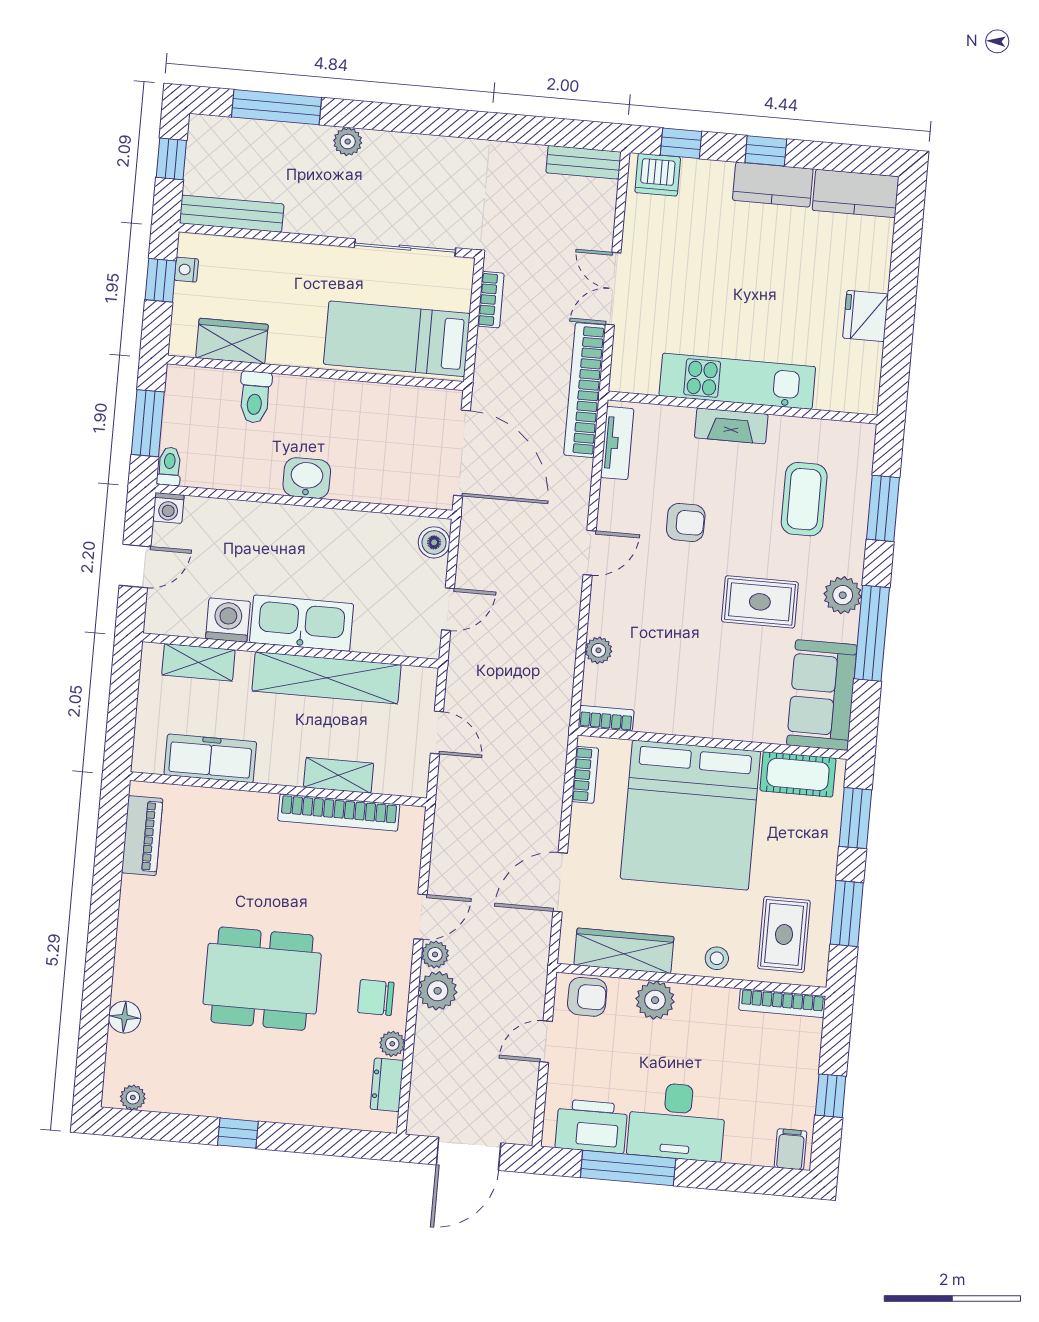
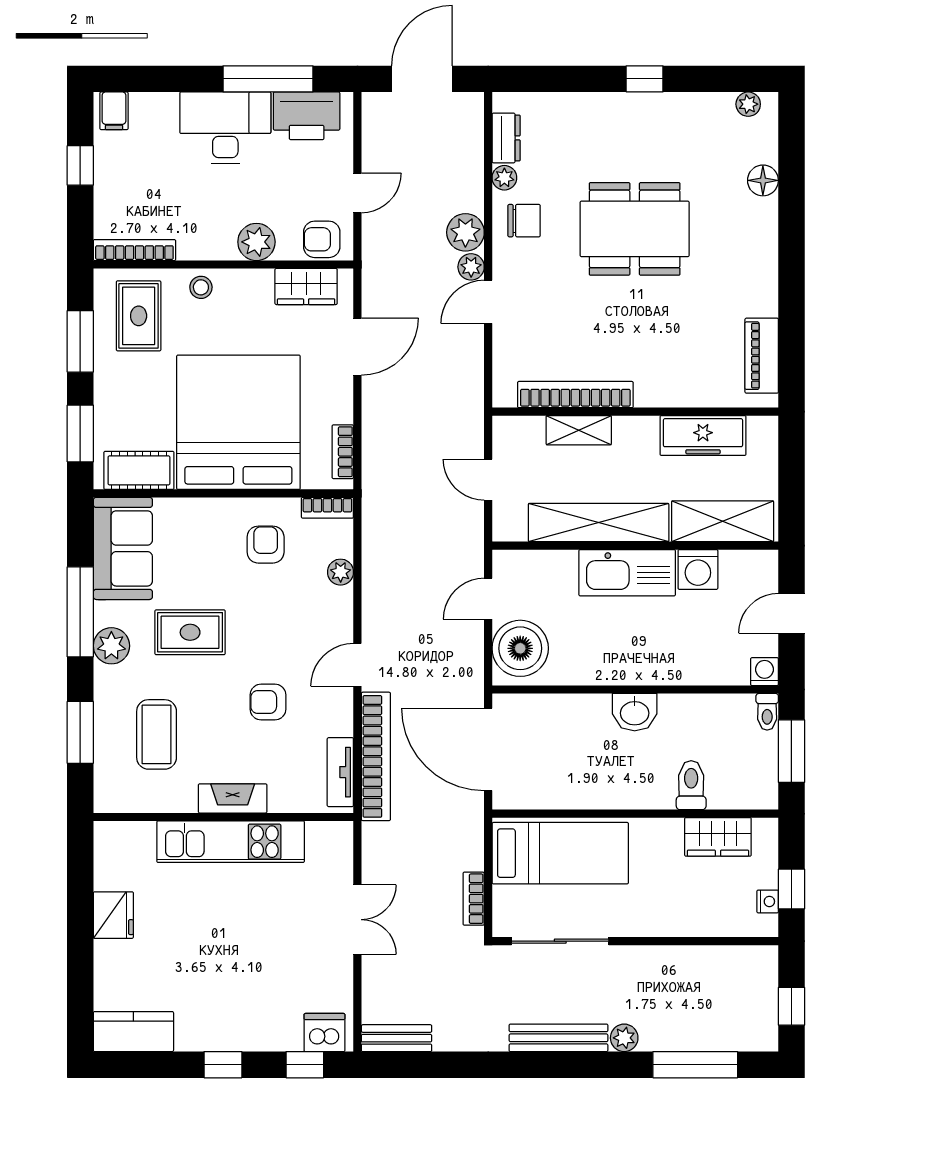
kitchen counter: (773, 185) -> (213, 1033), removed
bench: (232, 214) -> (558, 1038), moved
bookcase: (585, 390) -> (376, 756), moved
boiler: (434, 542) -> (520, 648), width x1.86, depth x1.86
shelving: (198, 662) -> (723, 521), width x1.50, depth x1.33
armchair: (674, 686) -> (266, 545), added
wardrobe: (624, 951) -> (306, 286), width x0.67

